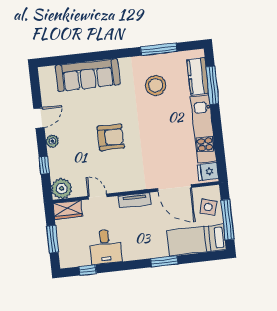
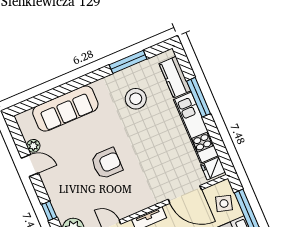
window: (212, 85) -> (199, 97), moved
door: (39, 118) -> (30, 166), hinge flipped
plant: (52, 141) -> (33, 146), moved

